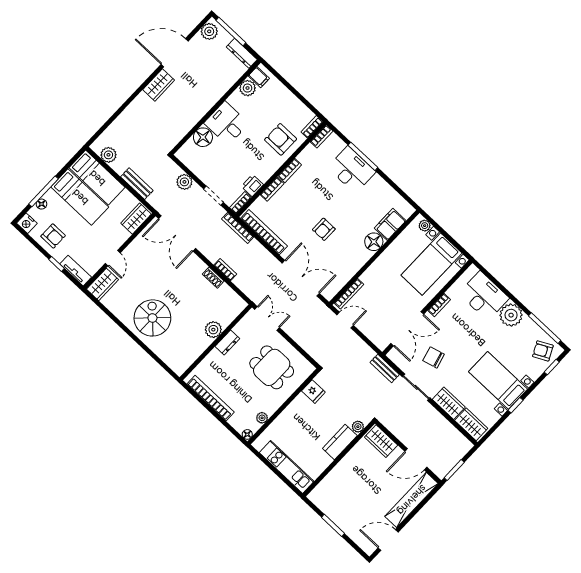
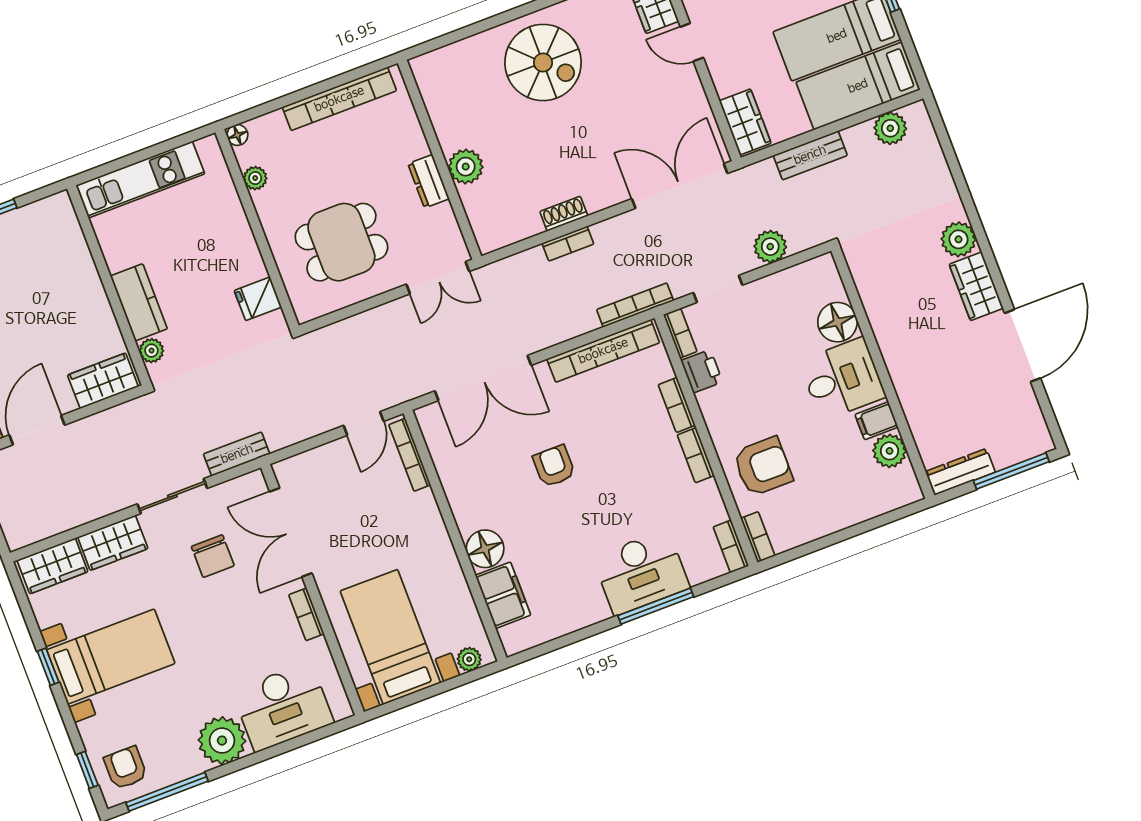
plant: (209, 31) -> (958, 239), moved
filing cabinet: (259, 77) -> (877, 421), moved
armchair: (543, 351) -> (126, 768), turned -63
chair: (434, 357) -> (213, 556), turned 105

